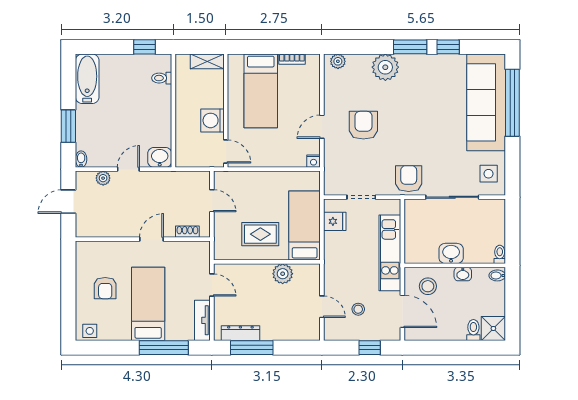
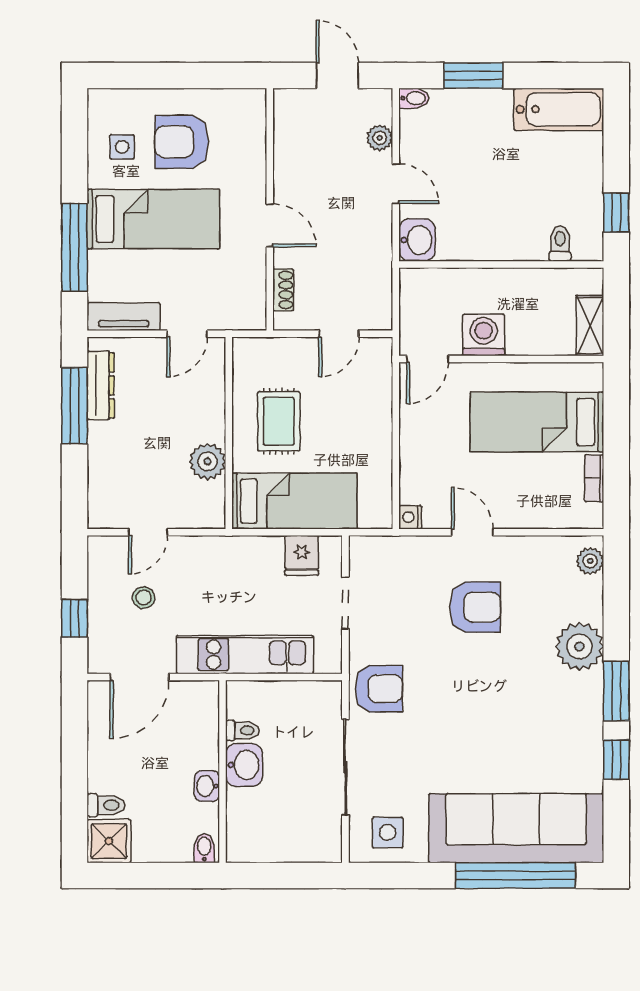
toilet: (500, 254) -> (242, 730), moved
stool: (428, 286) -> (185, 723), removed
armchair: (105, 288) -> (182, 142), width x1.38, depth x1.38
side table: (90, 331) -> (122, 147), moved

